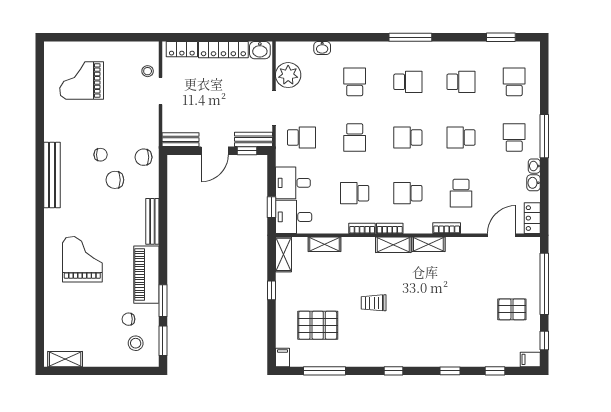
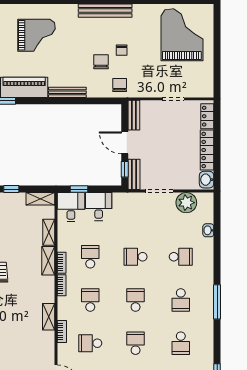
stool: (148, 71) -> (189, 88), removed
grand piano: (82, 80) -> (182, 35), width x1.37, depth x1.48
school desk: (302, 138) -> (136, 214), removed
shelving: (393, 245) -> (48, 261), moved

